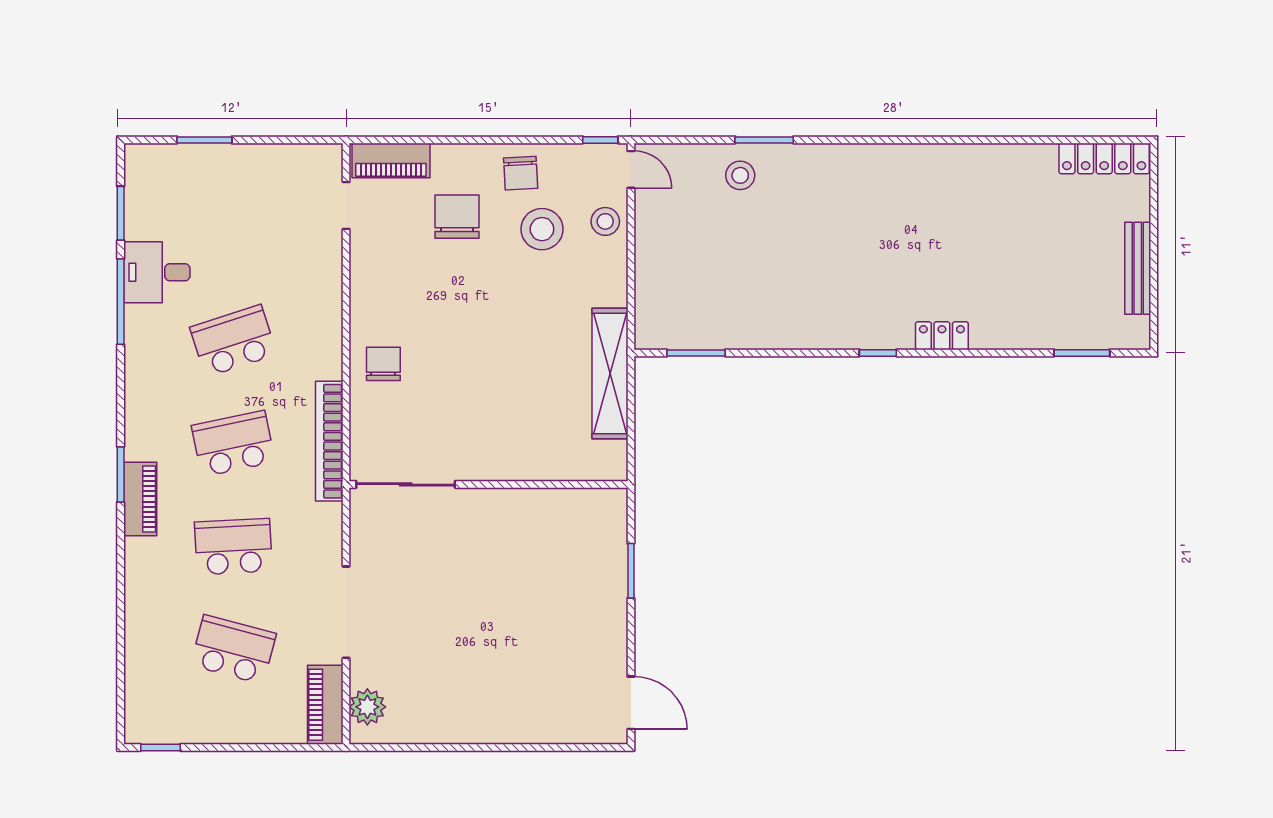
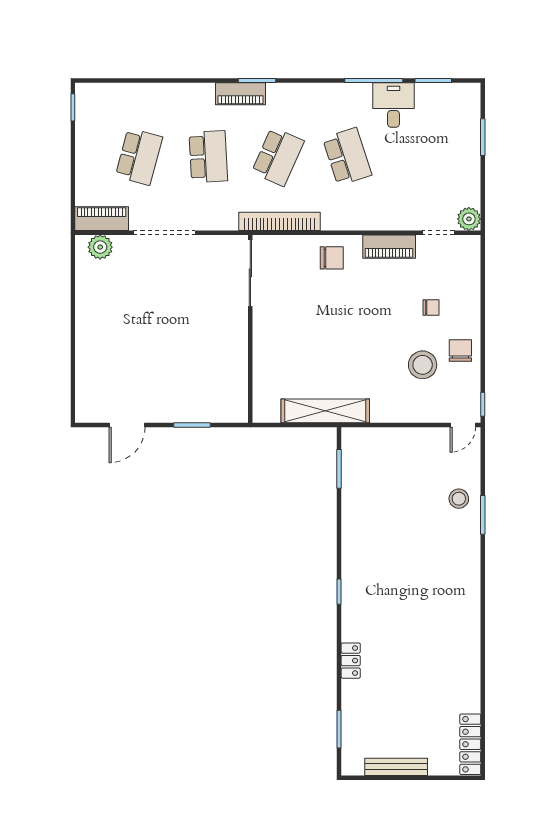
plant: (326, 160) -> (469, 219), added
piano: (391, 161) -> (389, 247), moved, turned -90
chair: (521, 173) -> (460, 351), turned 93
chair: (457, 217) -> (431, 307), width x0.54, depth x0.54
stool: (605, 221) -> (428, 408), removed
locker: (942, 336) -> (351, 661), moved
school desk: (233, 444) -> (278, 157), turned 36
door: (631, 703) -> (127, 425), moved

